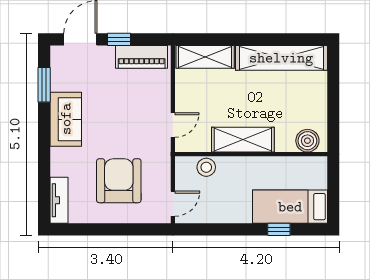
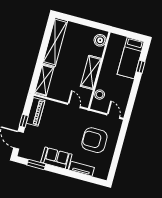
tv unit: (59, 200) -> (81, 169), moved

